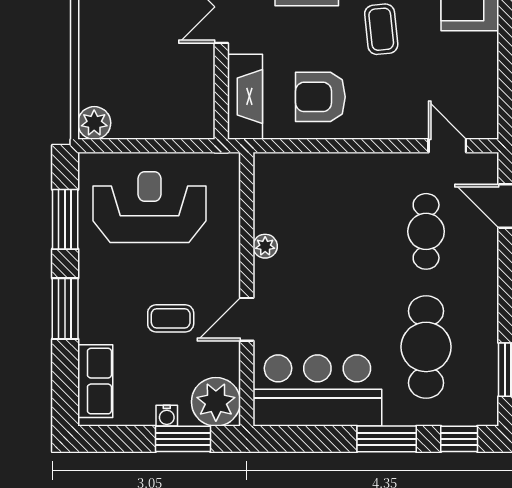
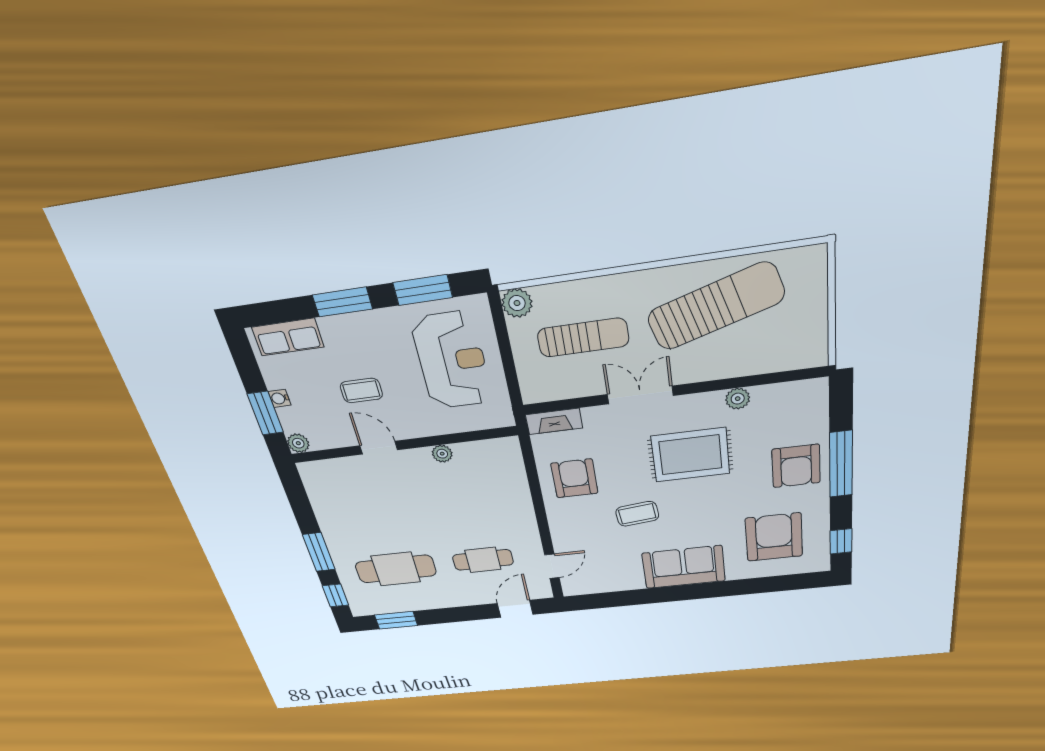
sun lounger: (144, 59) -> (583, 338), added
fireplace: (245, 96) -> (554, 421), width x0.73, depth x0.76
coffee table: (171, 318) -> (361, 391), turned 90
bar counter: (317, 391) -> (339, 504), removed
plant: (216, 402) -> (298, 443), width x0.53, depth x0.53

